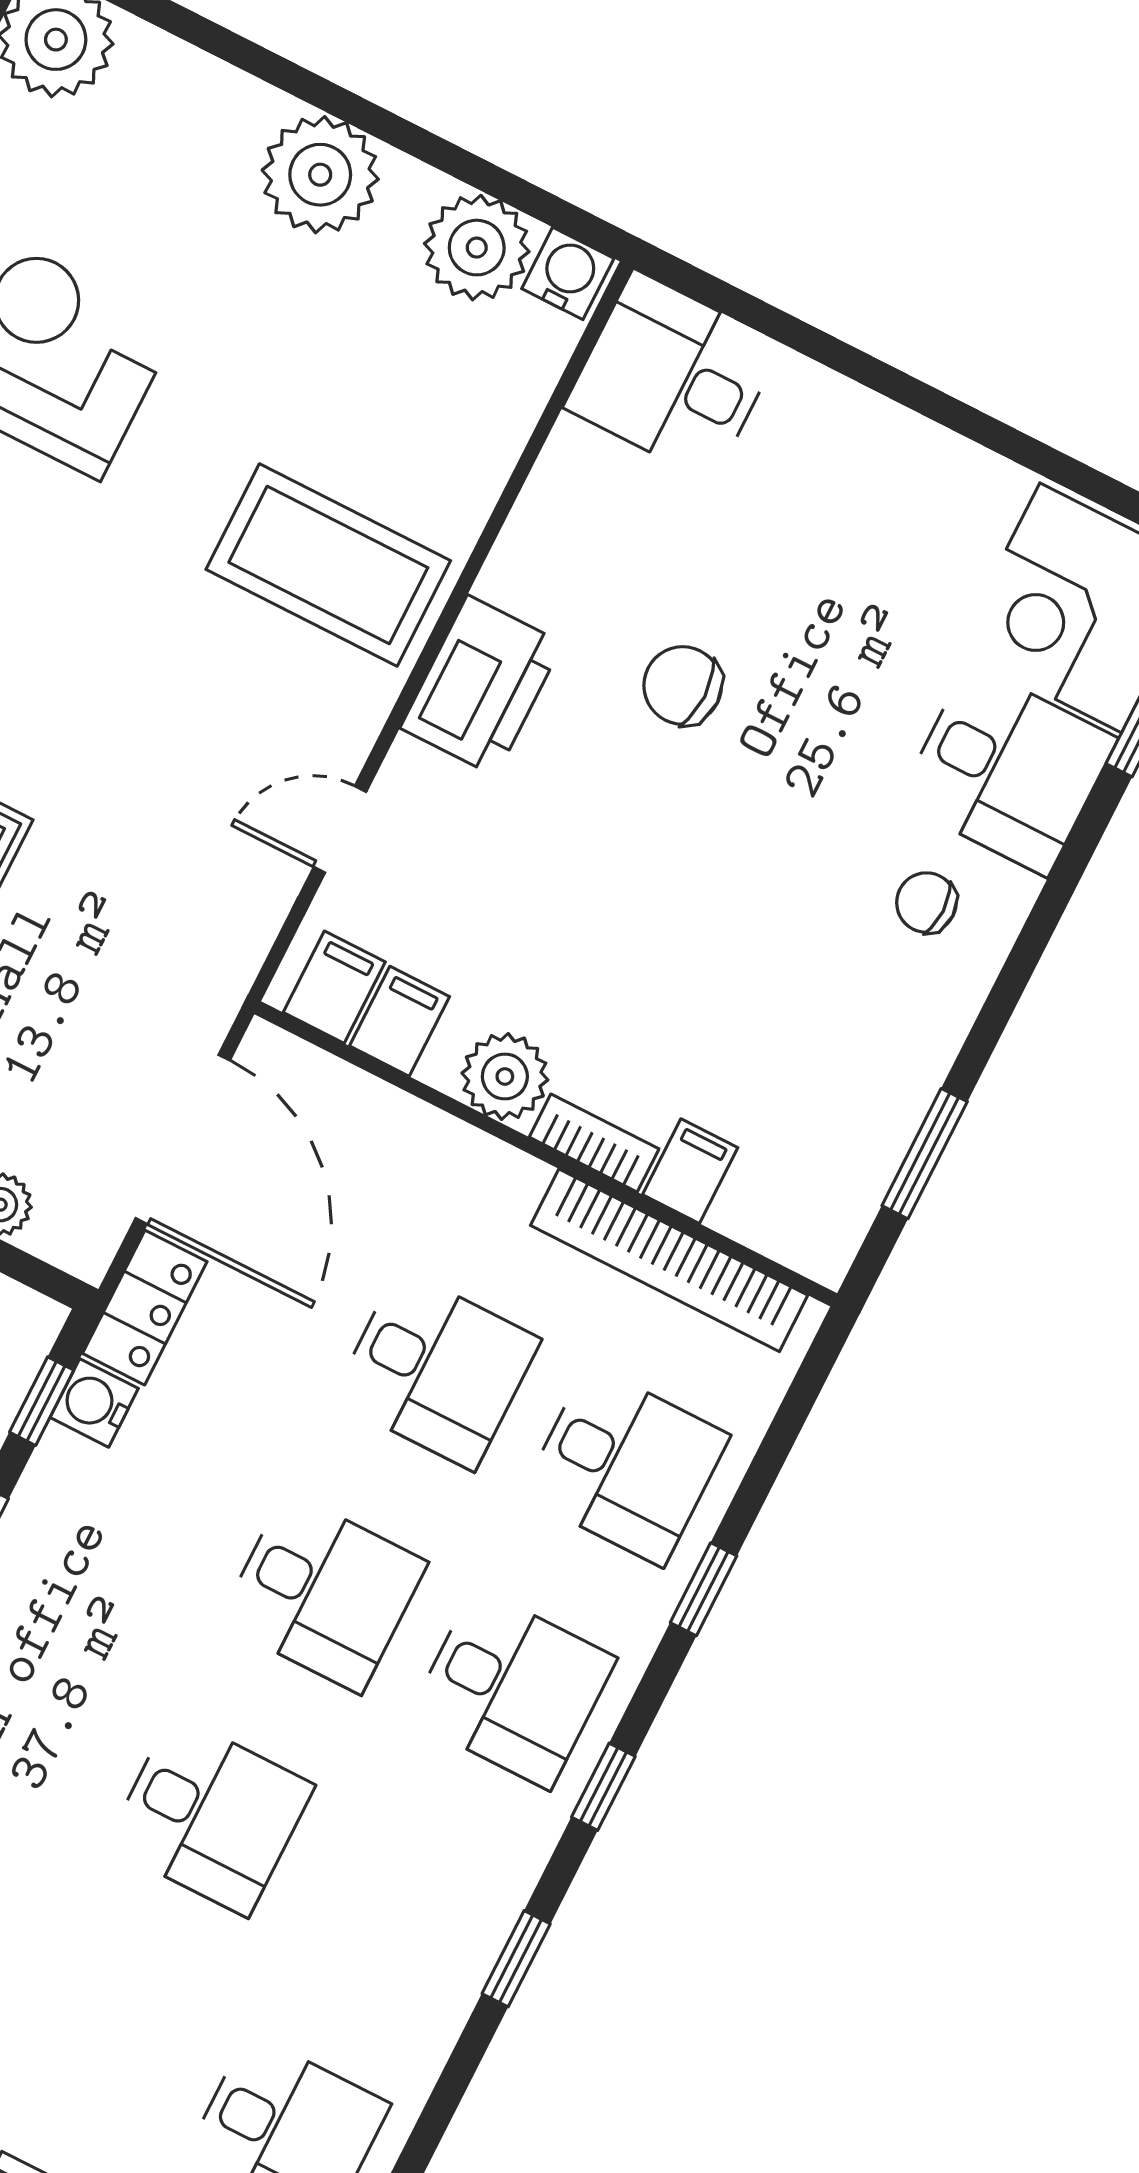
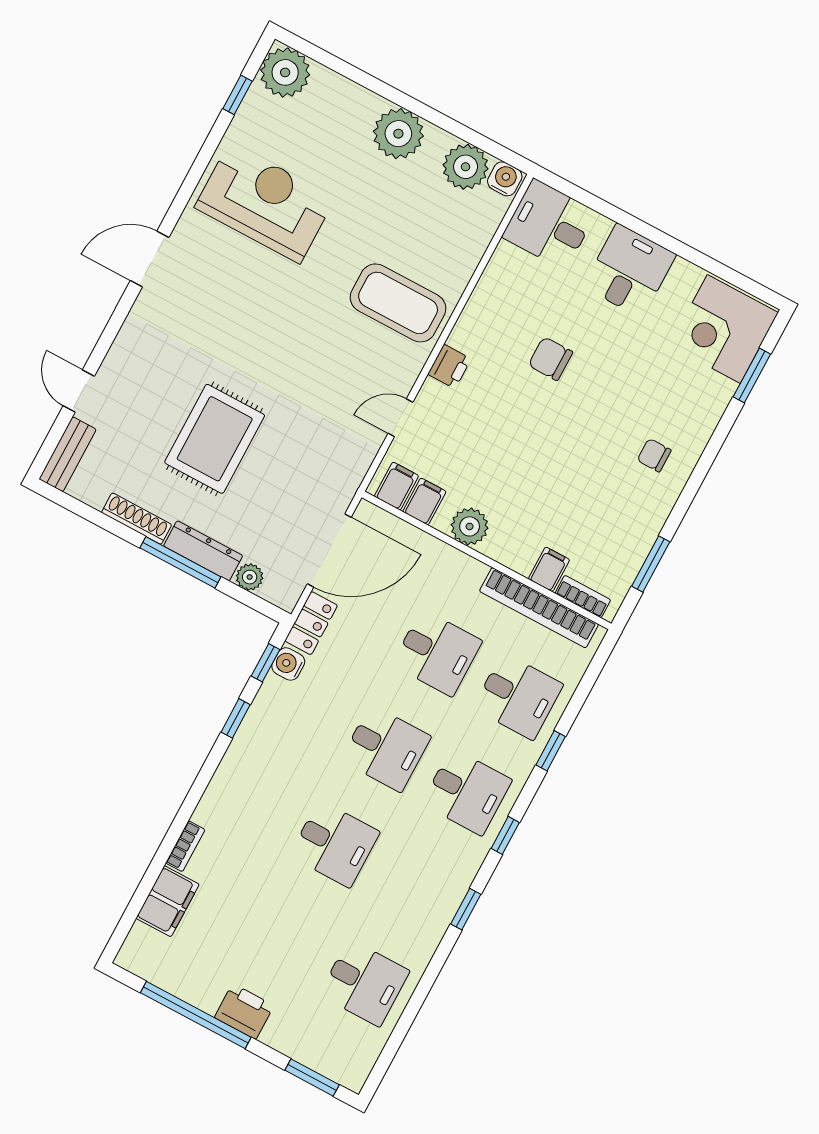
printer: (481, 686) -> (449, 366), width x0.53, depth x0.68
desk: (1008, 770) -> (629, 271), moved, turned -90
door: (183, 1139) -> (329, 551), hinge flipped
bookcase: (594, 1143) -> (583, 596), moved

